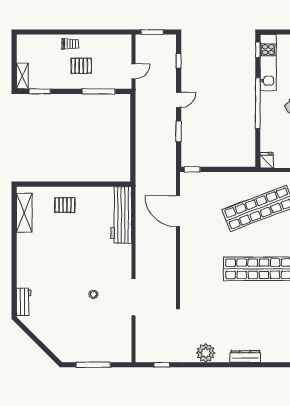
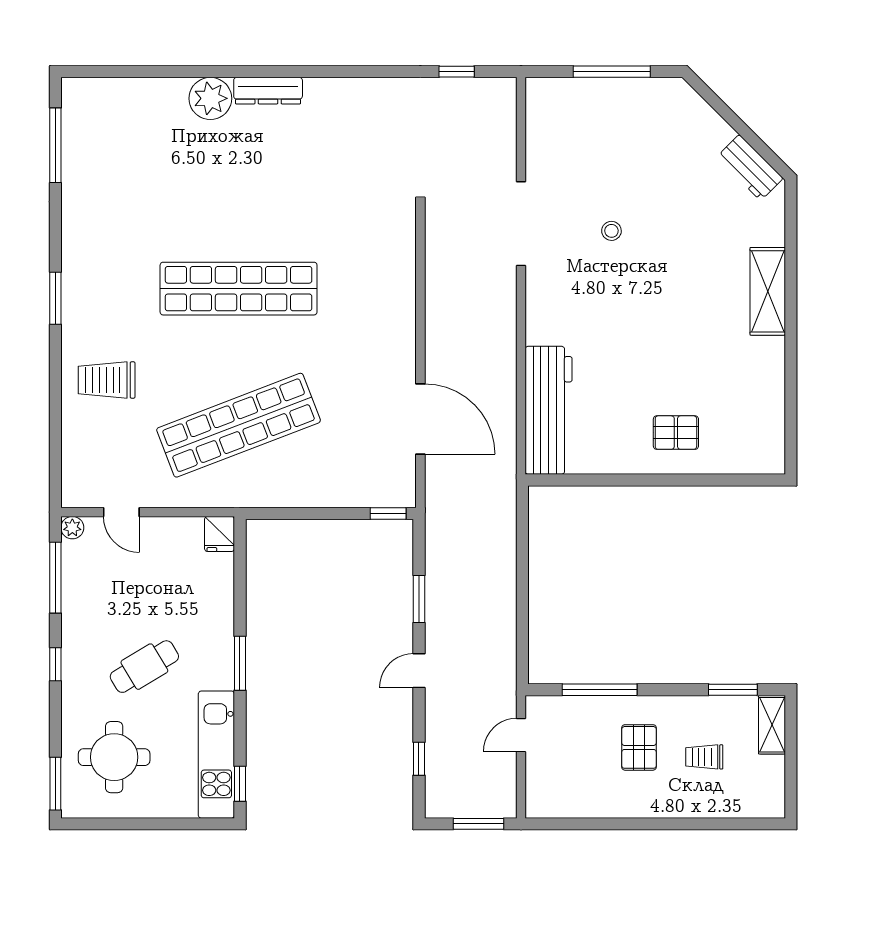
trolley: (70, 44) -> (704, 757), moved
pallet: (81, 66) -> (639, 747), turned 90
window: (258, 103) -> (240, 663), width x0.47
shelving: (24, 213) -> (768, 291), moved
workbench: (24, 302) -> (750, 168), moved, turned -45
plant: (206, 353) -> (210, 98), moved

